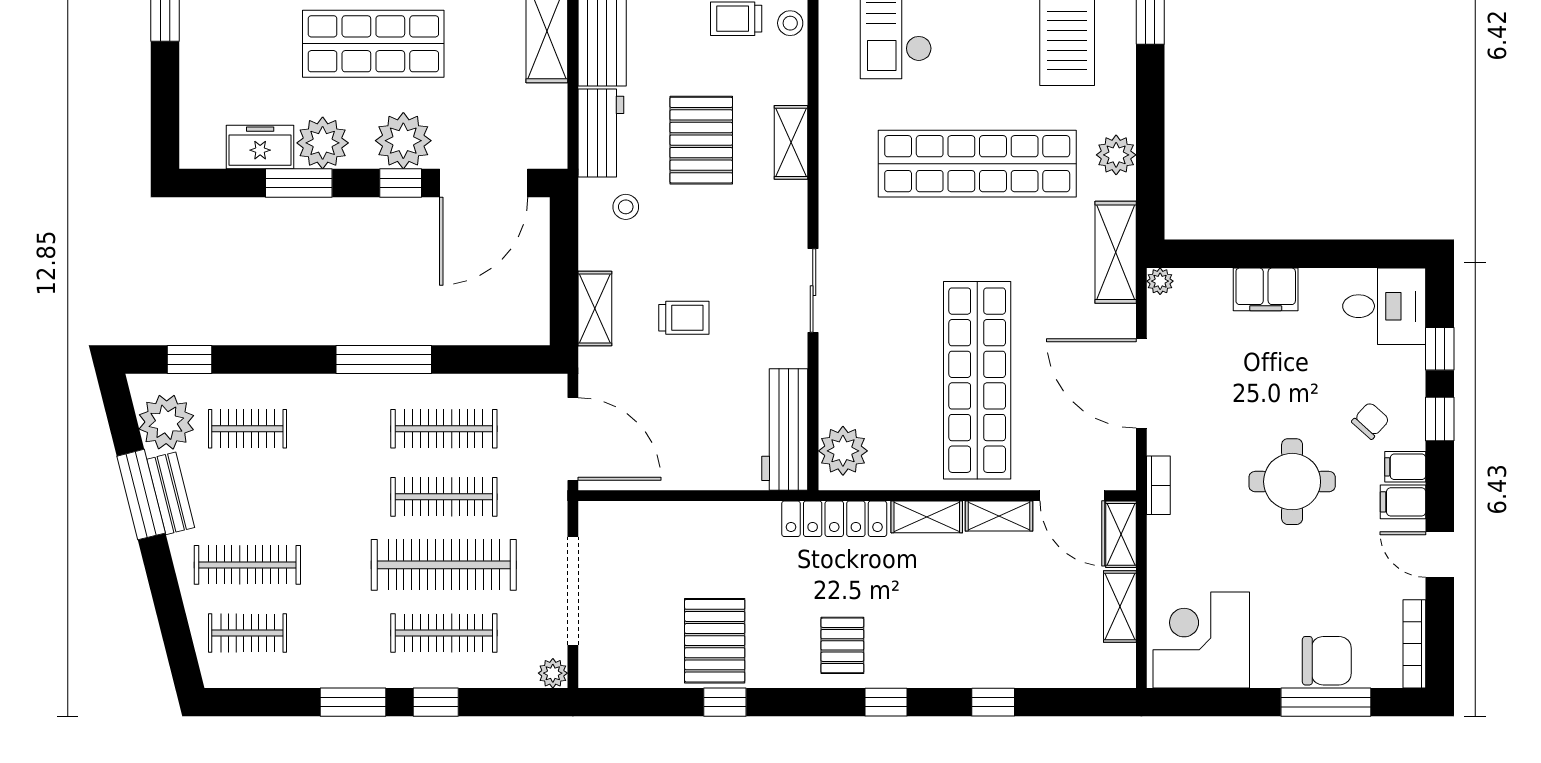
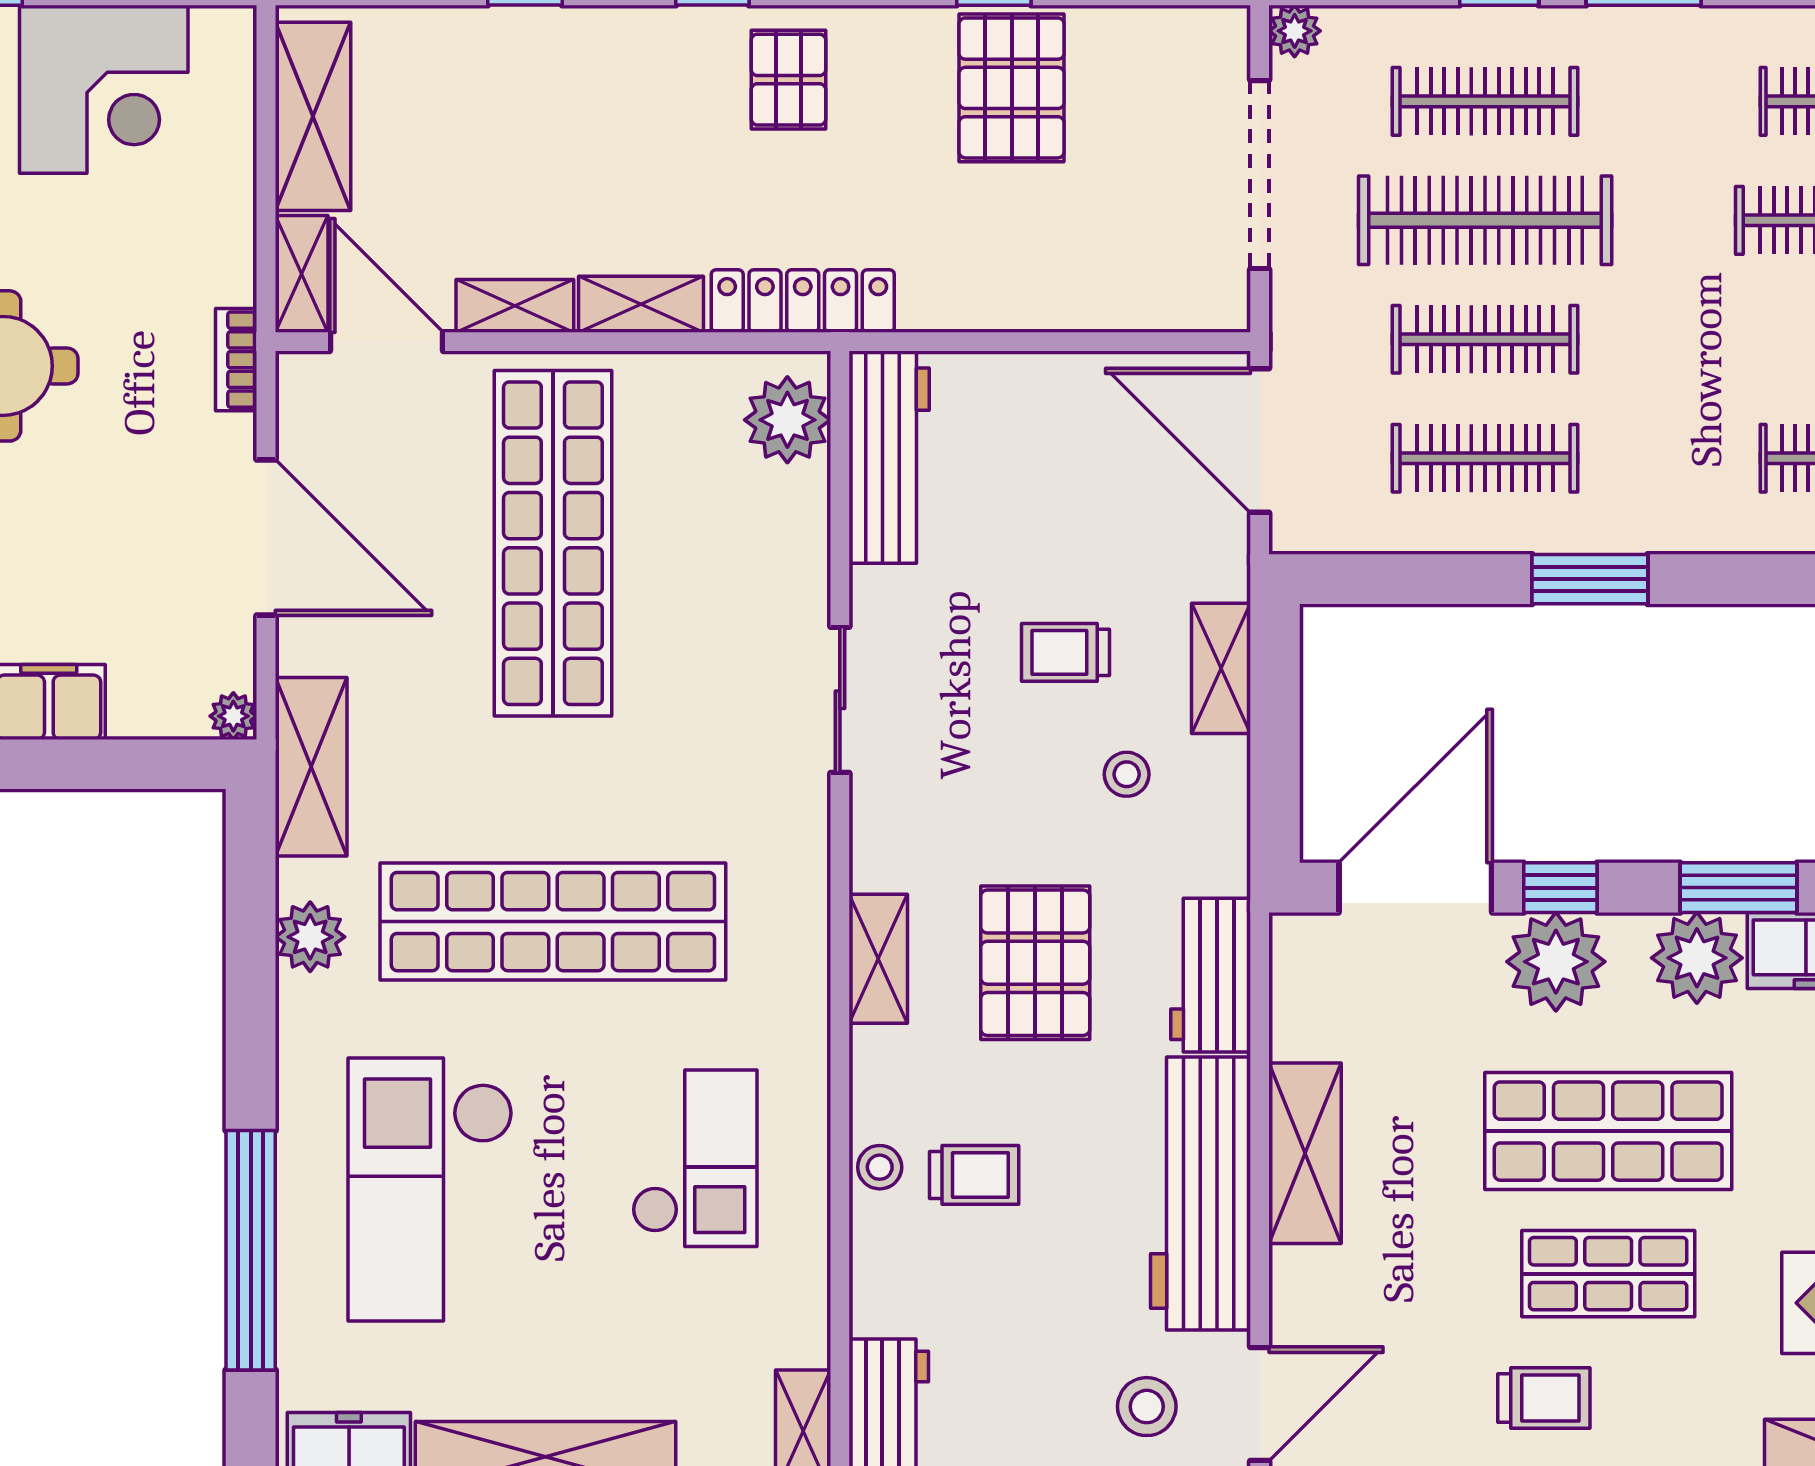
stool: (626, 207) -> (1127, 774), moved
window: (384, 360) -> (1590, 579), width x0.69
shelving: (1120, 606) -> (313, 116), width x1.50, depth x1.33
corner desk: (1201, 640) -> (104, 89), moved

